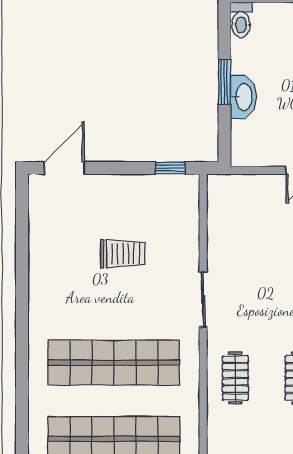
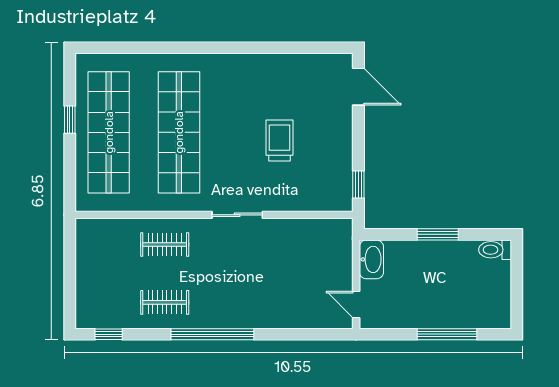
washbasin: (243, 97) -> (371, 259), moved, turned -90
trolley: (123, 254) -> (279, 141), turned 180

